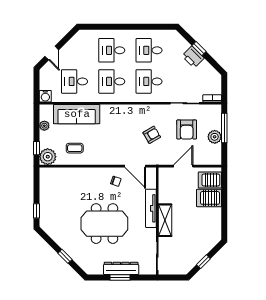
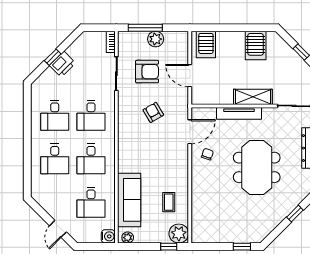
door: (52, 53) -> (58, 229), swing flipped
plant: (44, 126) -> (128, 238), moved
server rack: (209, 198) -> (256, 46), moved

